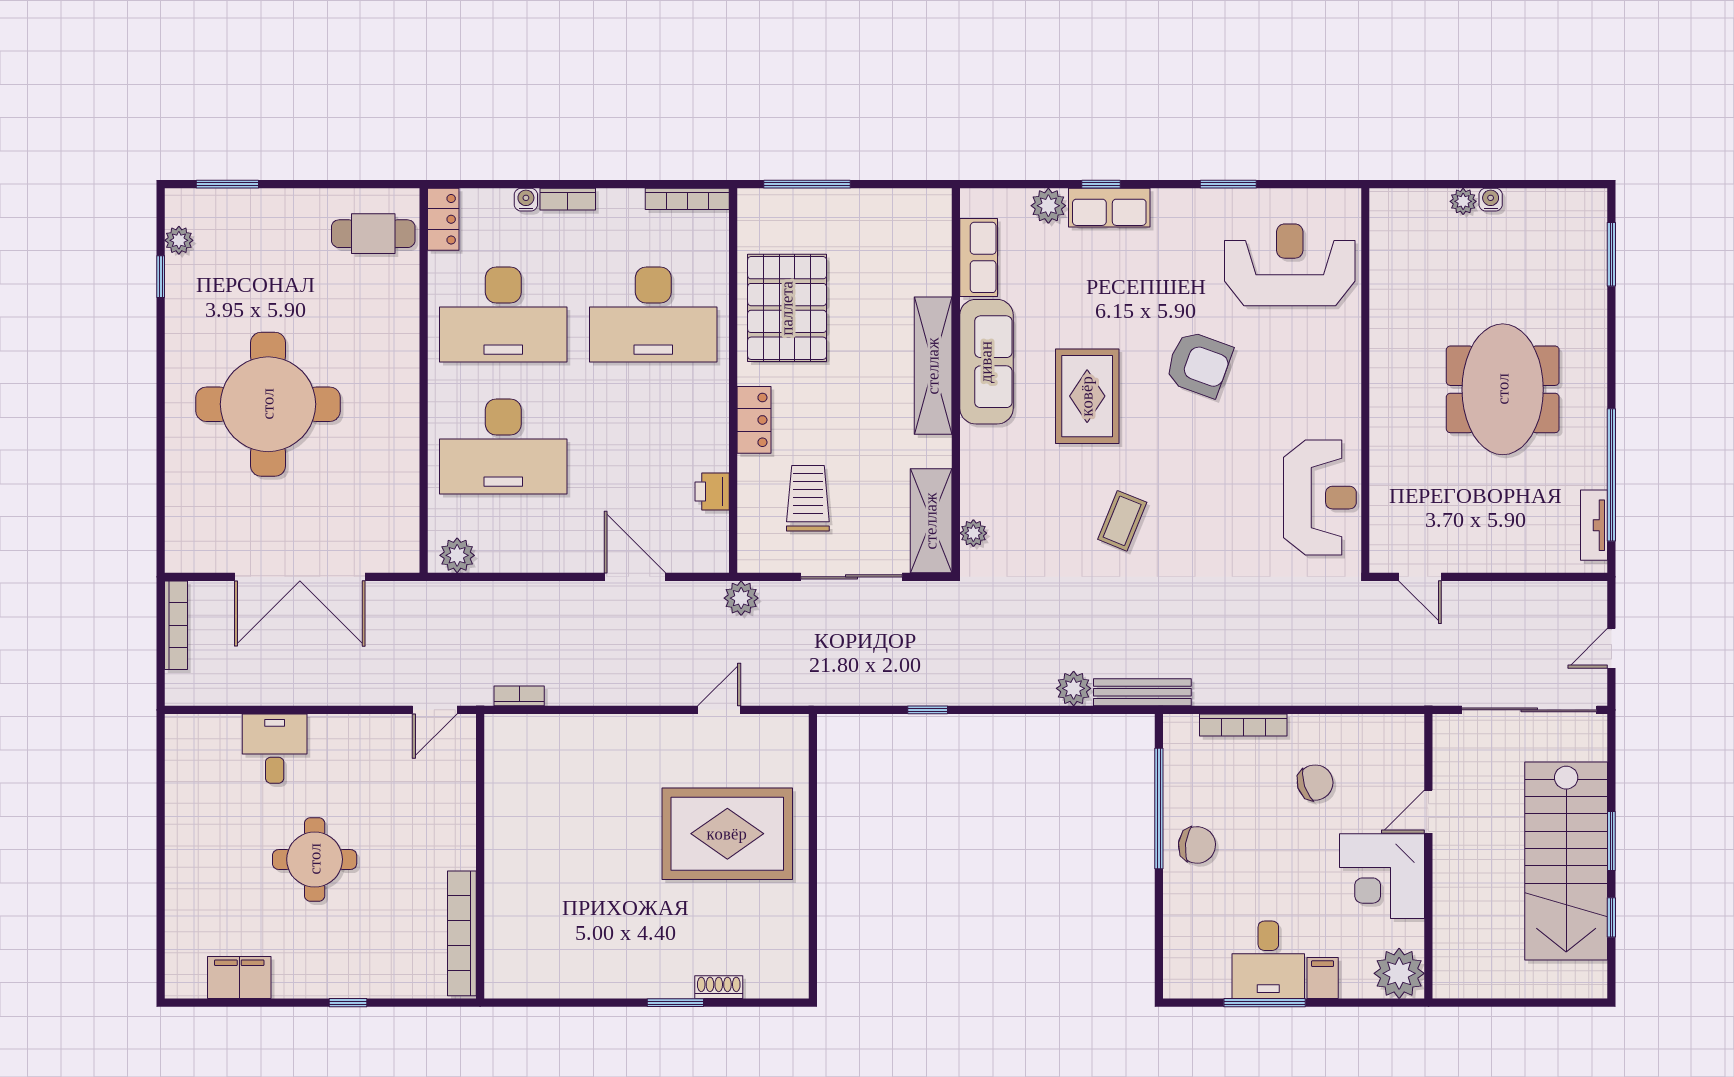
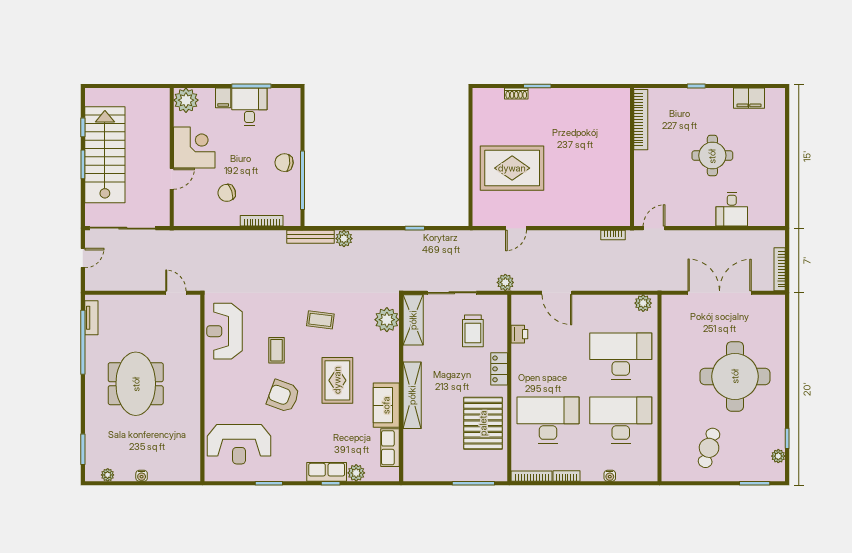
bookcase: (568, 199) -> (566, 476), moved
plant: (1463, 201) -> (108, 475), moved
locker: (443, 219) -> (650, 466), removed
cafe table: (373, 234) -> (709, 448), moved, turned -74
sofa: (986, 362) -> (386, 405), width x0.73
coffee table: (1213, 458) -> (276, 350), added
coffee table: (1122, 521) -> (320, 320), turned 75
plant: (973, 533) -> (387, 320), width x1.87, depth x1.87

